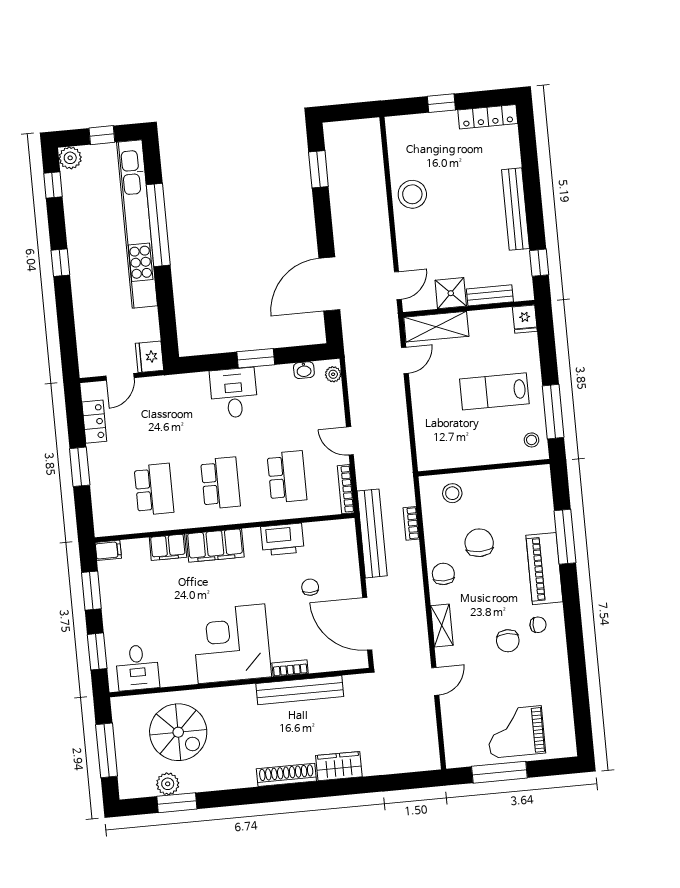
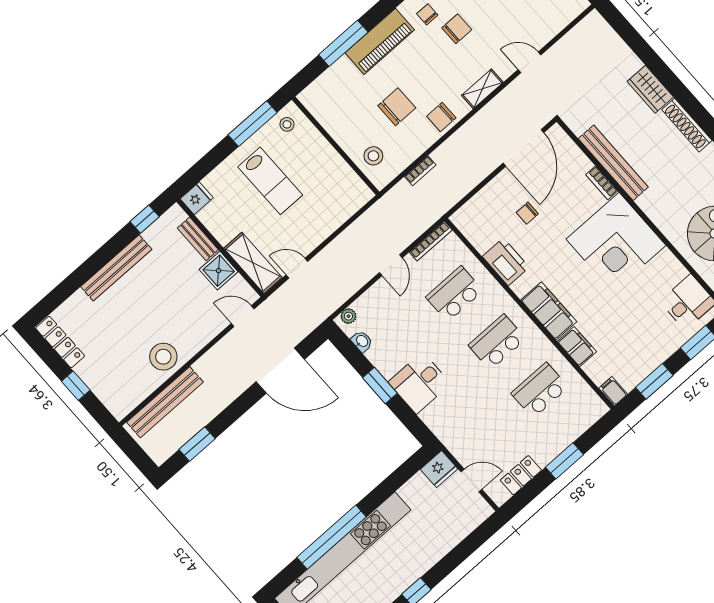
bench: (372, 533) -> (165, 402), moved
chair: (479, 543) -> (397, 107), turned 180

